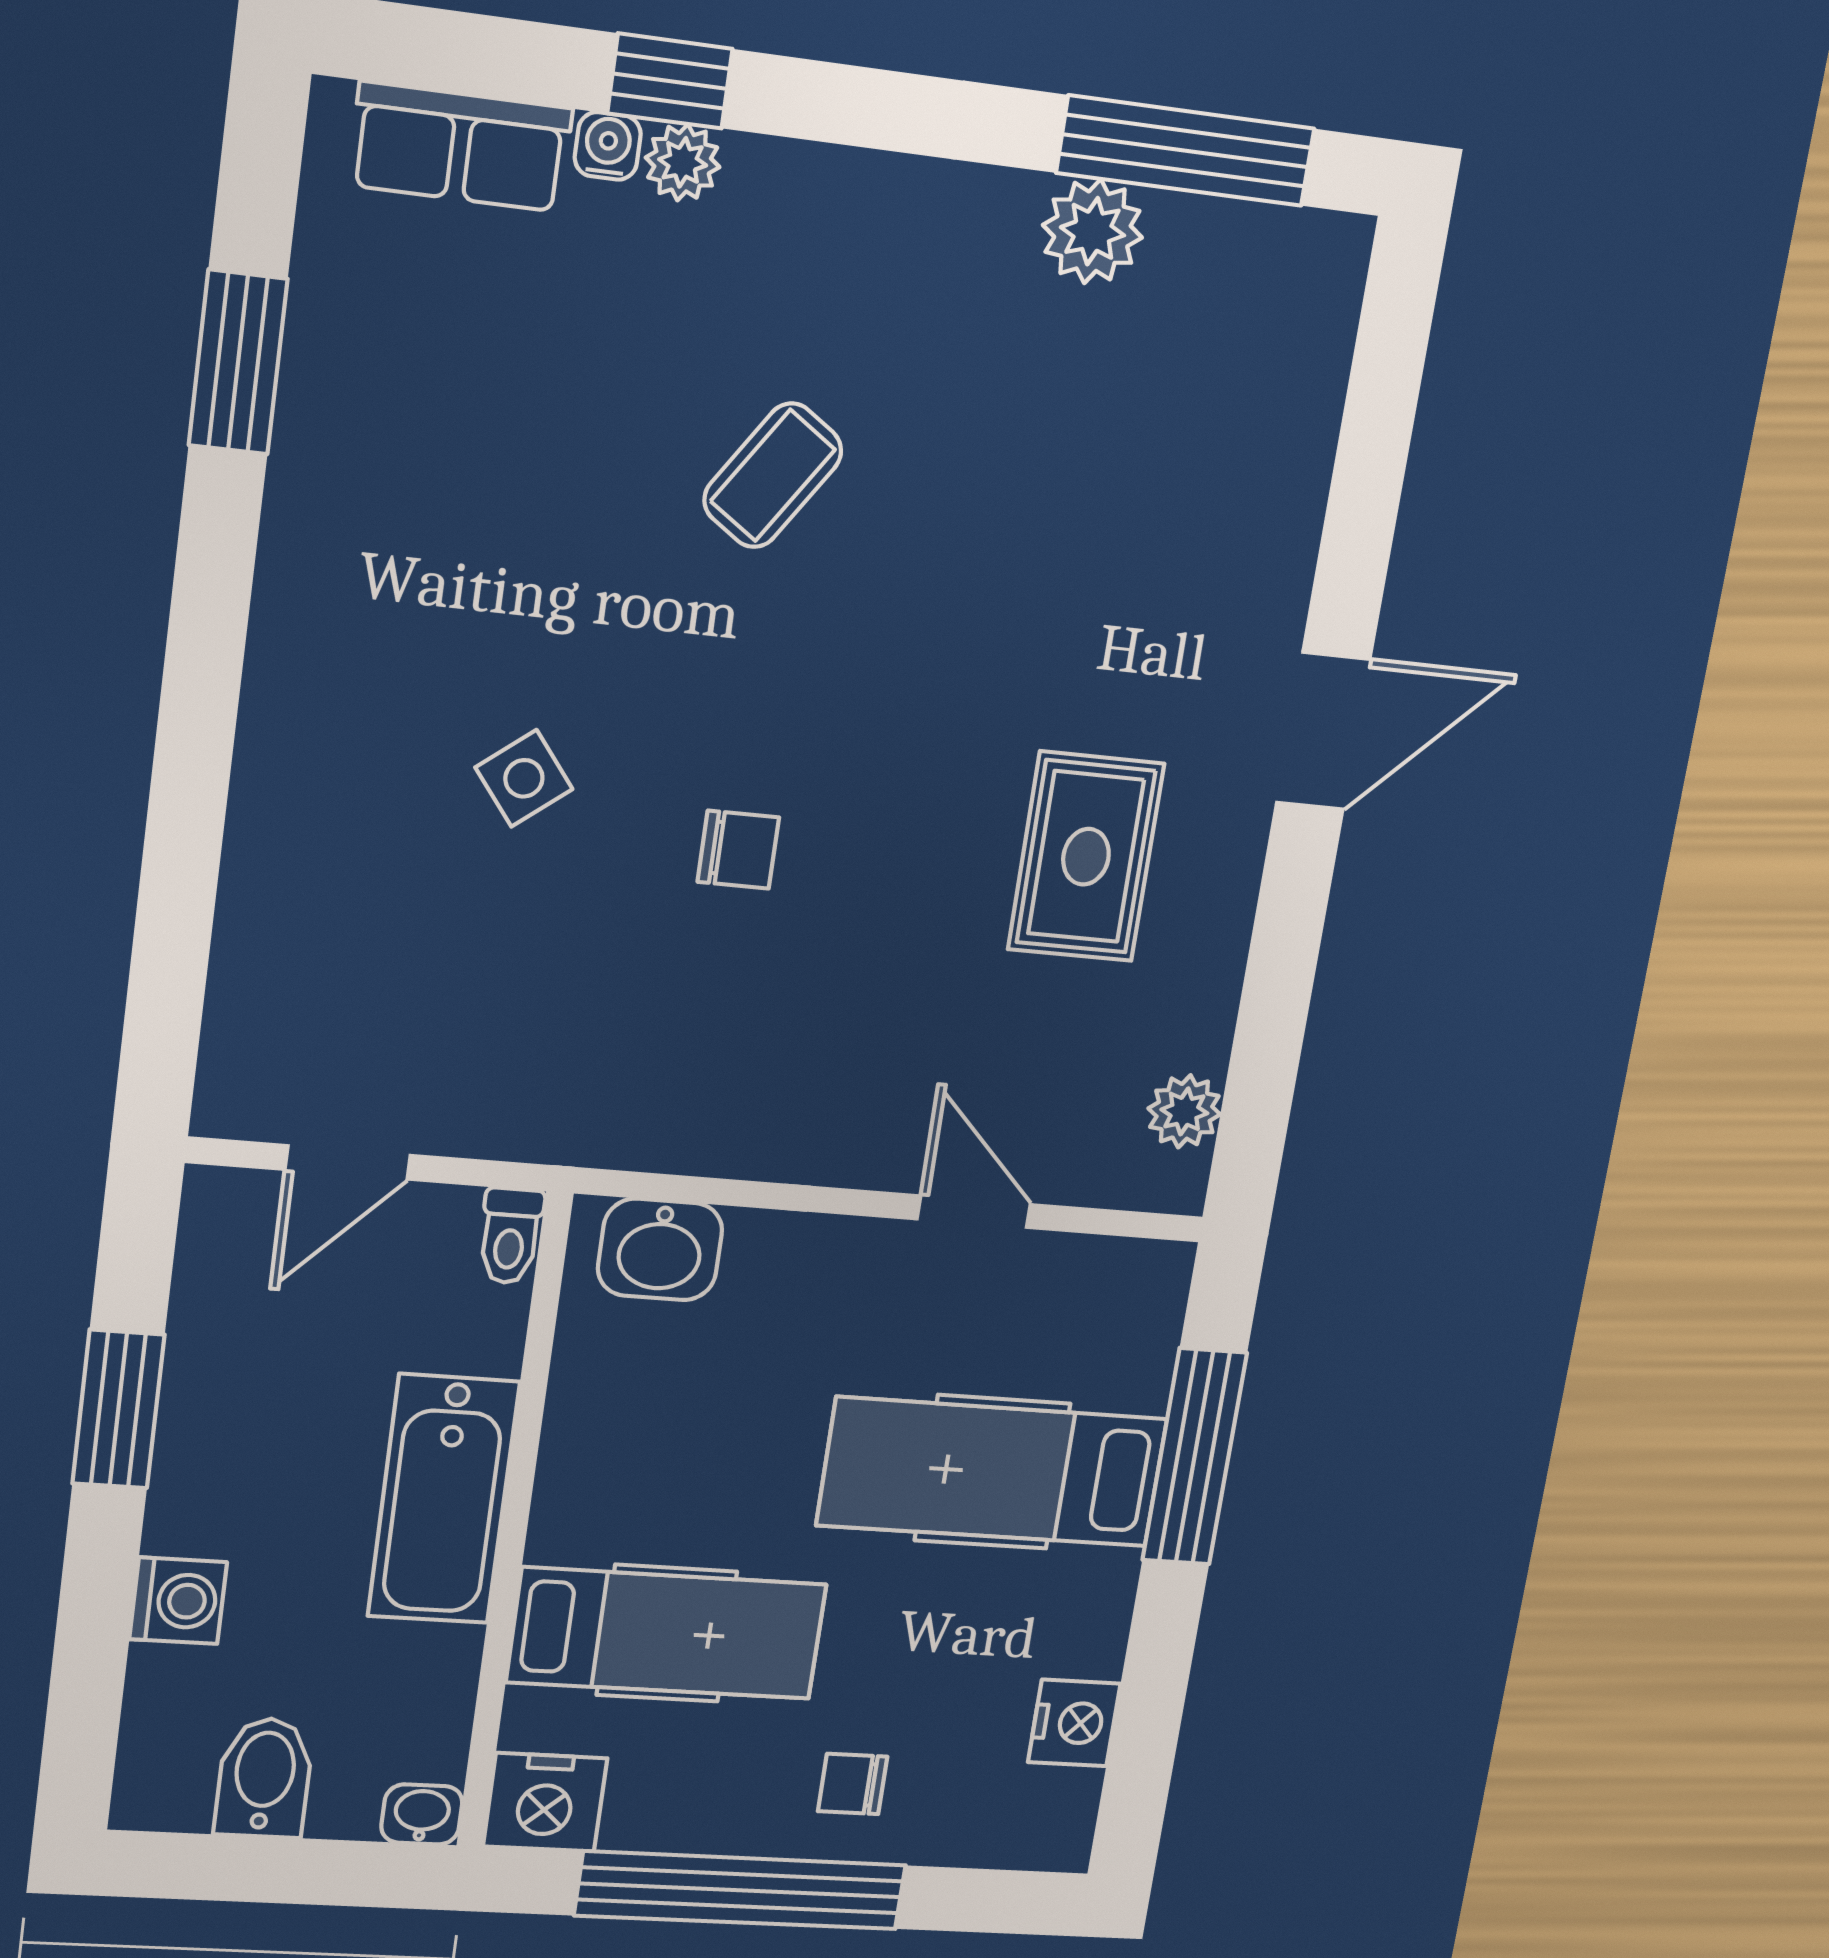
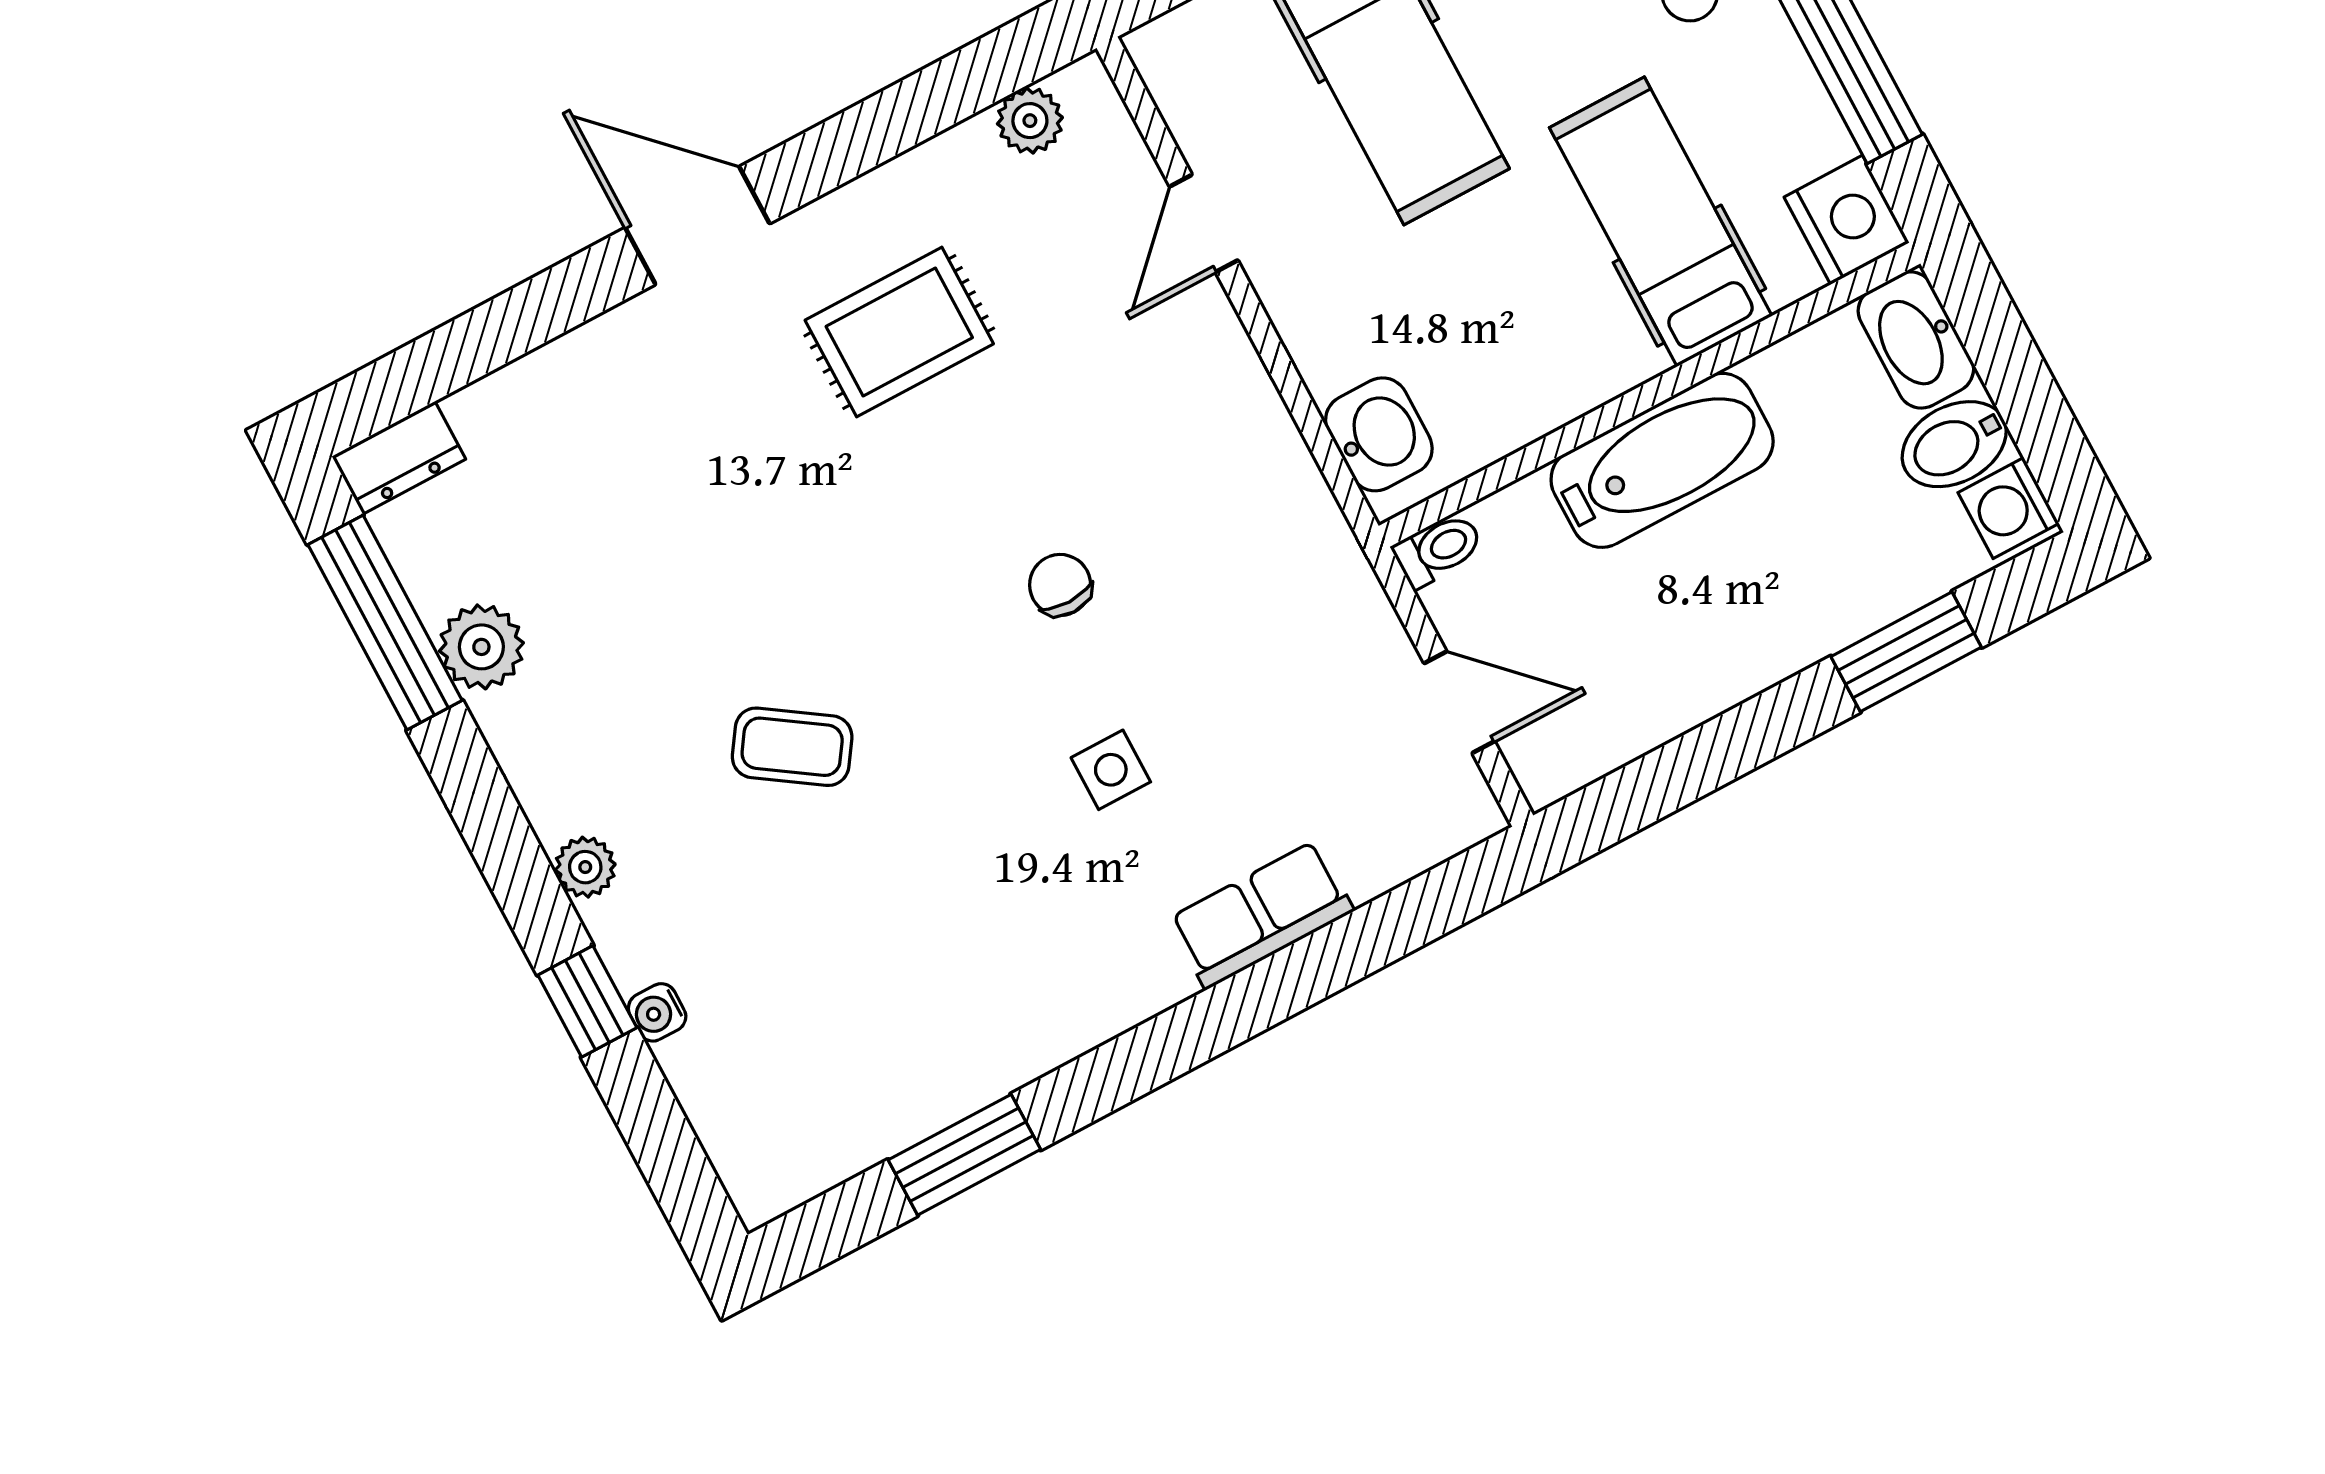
row of seats: (460, 147) -> (1261, 915), moved, turned -90
plant: (683, 162) -> (585, 867), moved
dresser: (1328, 282) -> (399, 458), added
side table: (524, 778) -> (1111, 770), turned 38
window: (118, 1409) -> (1906, 652), moved
washing machine: (178, 1601) -> (2008, 508), moved, turned -90
washbasin: (422, 1814) -> (1916, 340), width x1.91, depth x1.45

